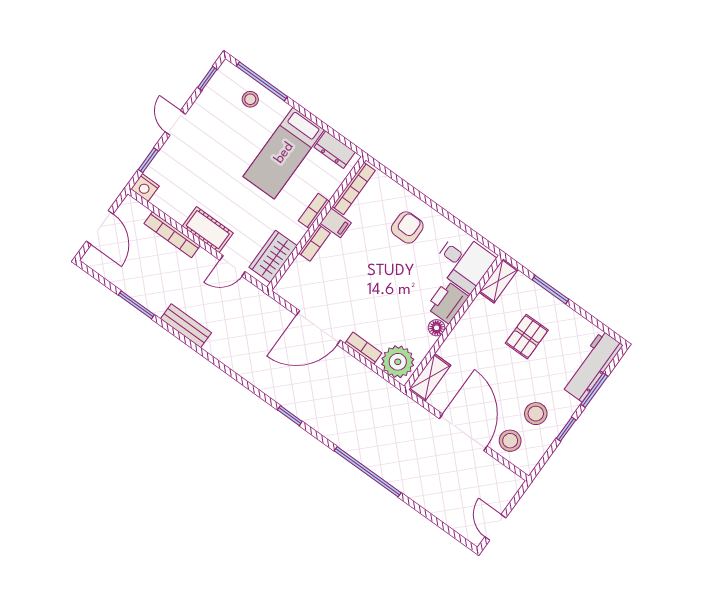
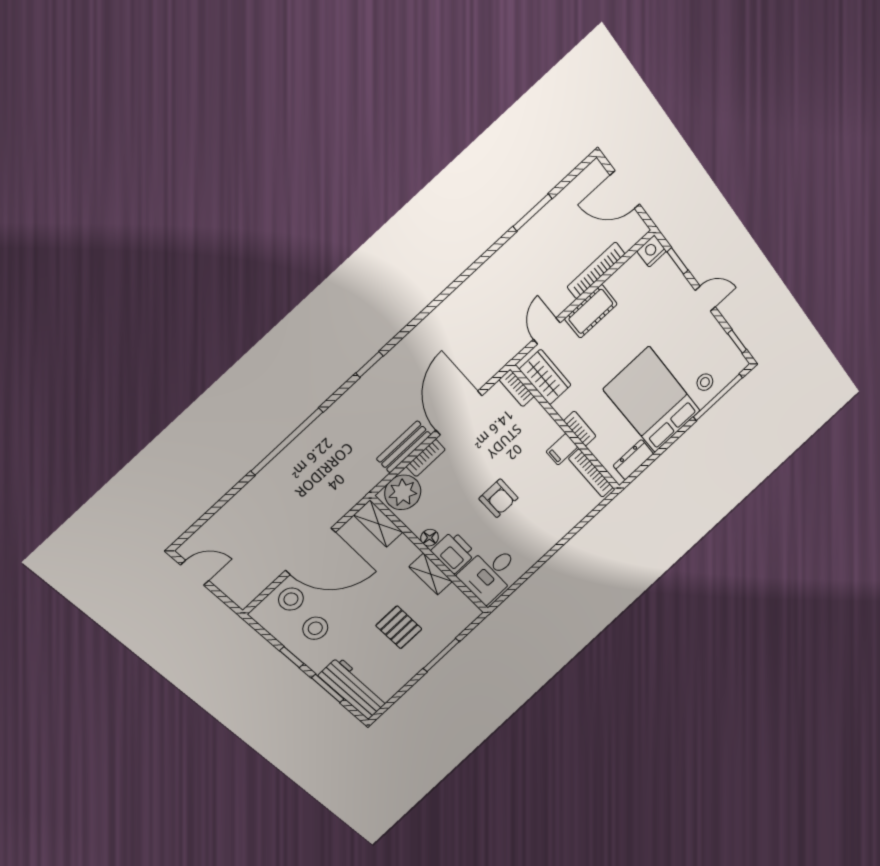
bed: (284, 153) -> (652, 400), width x1.50
armchair: (407, 227) -> (499, 498), moved
bookcase: (314, 243) -> (517, 388), moved
shelving: (498, 281) -> (431, 574), moved
bench: (186, 326) -> (404, 447), moved

